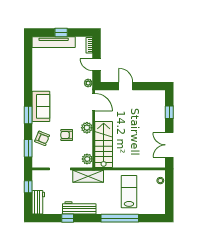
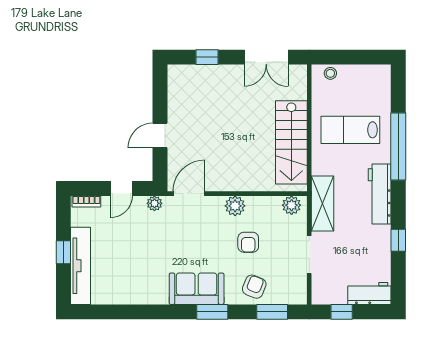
stairs: (104, 144) -> (291, 142), moved, turned -90
workbench: (79, 208) -> (380, 194), moved

